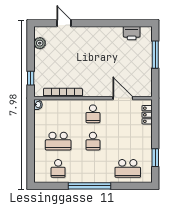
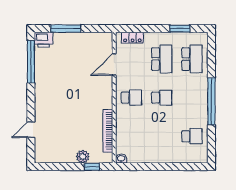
window: (125, 23) -> (31, 62), added
printer: (132, 33) -> (44, 40), moved, turned 90
plant: (40, 43) -> (83, 157), moved
school desk: (58, 141) -> (162, 59), moved

